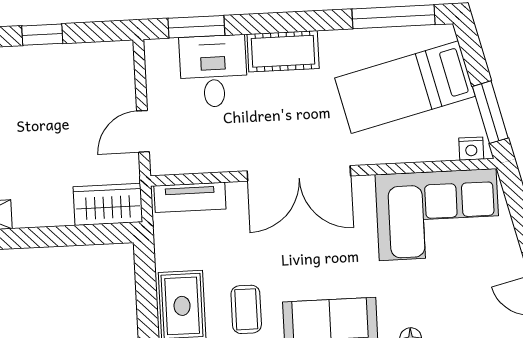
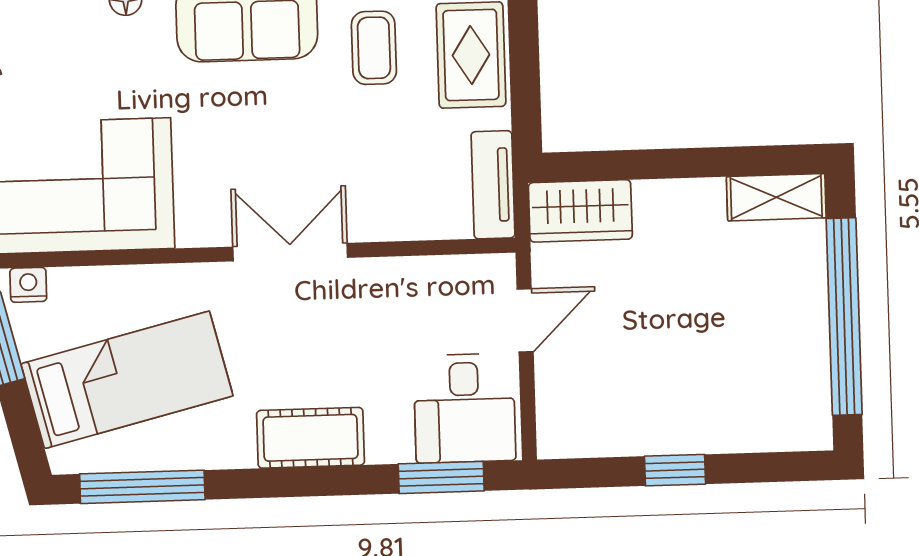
desk: (213, 71) -> (465, 408), moved
double door: (299, 173) -> (290, 252), width x0.73
tv unit: (190, 197) -> (493, 185), moved, turned -90

